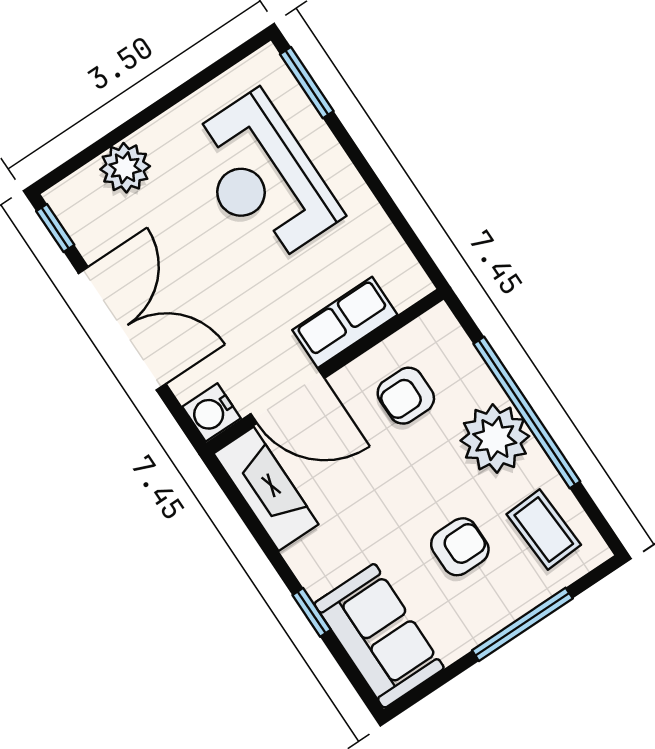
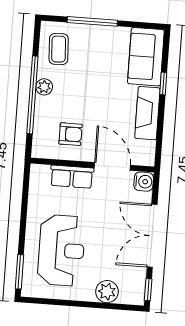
plant: (495, 438) -> (44, 87), width x0.53, depth x0.53
fireplace: (266, 489) -> (147, 113), moved
armchair: (460, 547) -> (93, 66), removed

